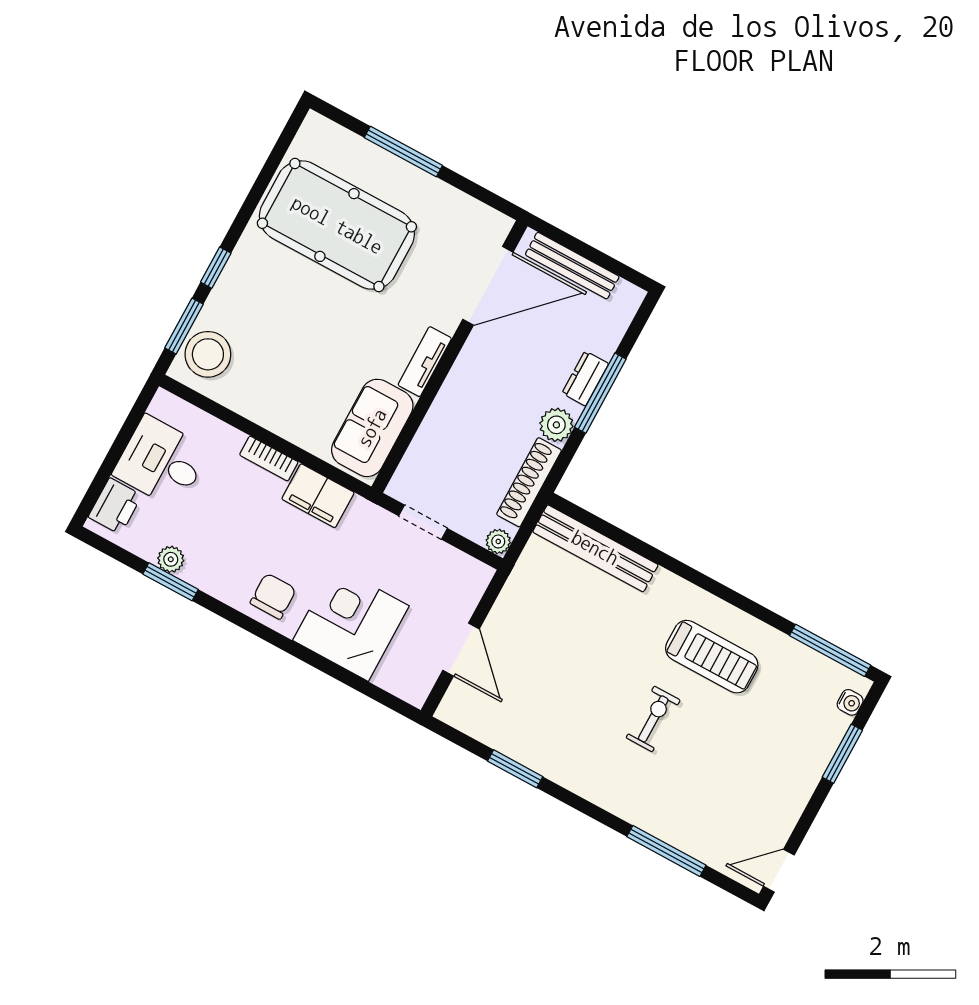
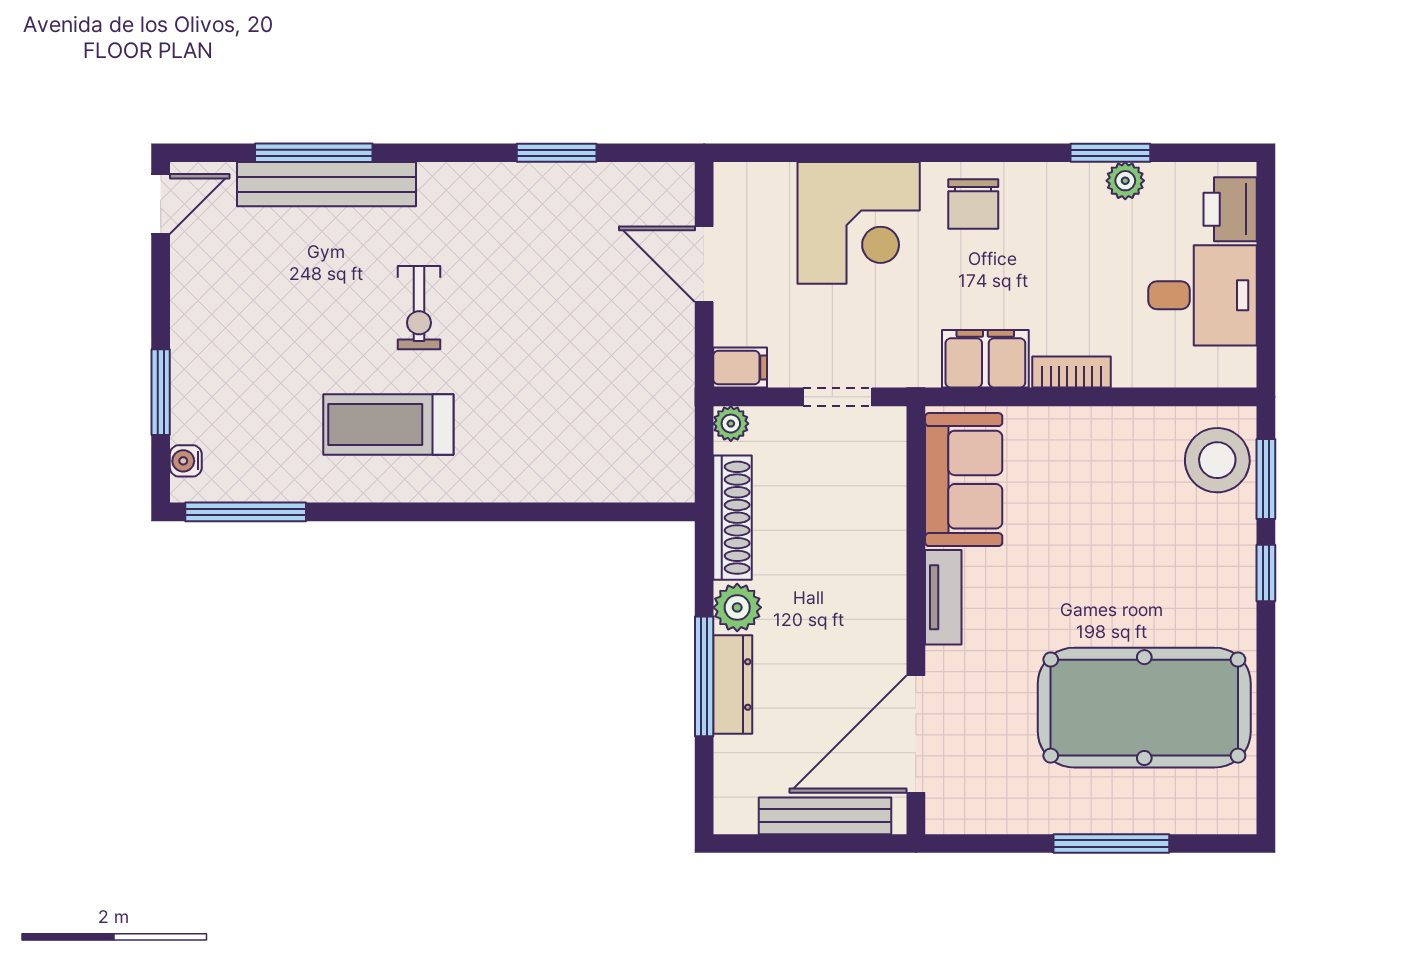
dresser: (585, 378) -> (733, 685), width x1.44
bench: (595, 548) -> (326, 184), moved
filing cabinet: (474, 573) -> (740, 368), added

